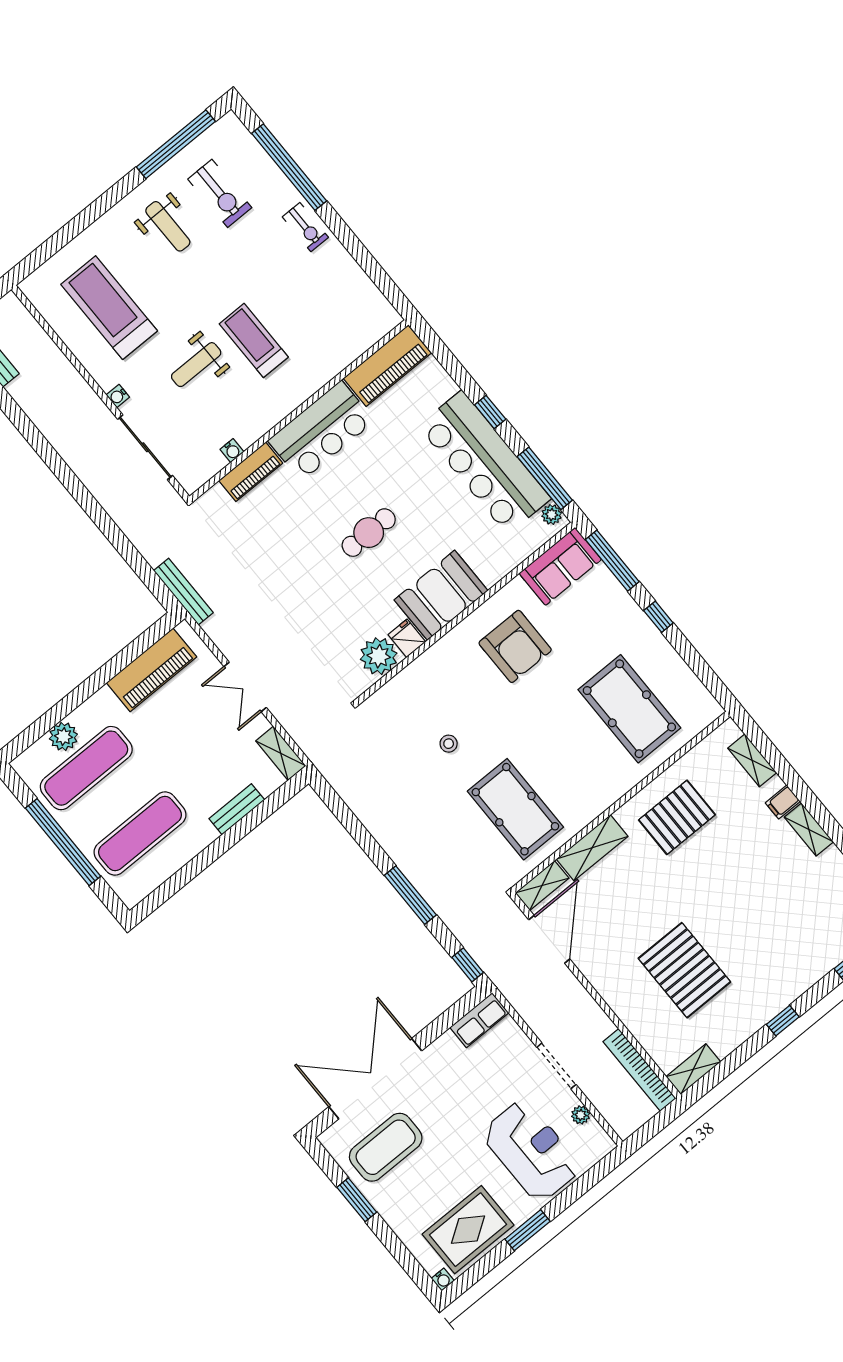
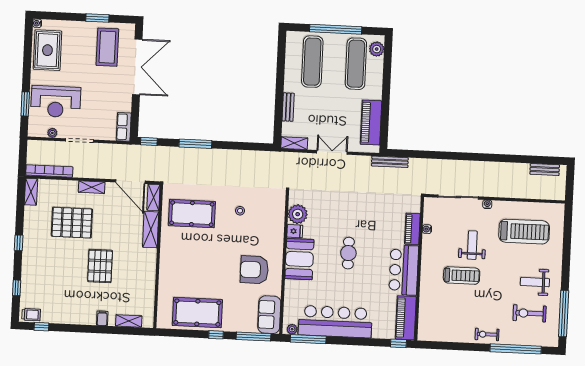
window: (490, 412) -> (398, 343), moved
pool table: (629, 709) -> (197, 313), moved
plant: (63, 737) -> (377, 49), moved
pallet: (677, 817) -> (100, 266), moved
shelving: (809, 829) -> (92, 187), moved
window: (528, 1230) -> (25, 104), moved

